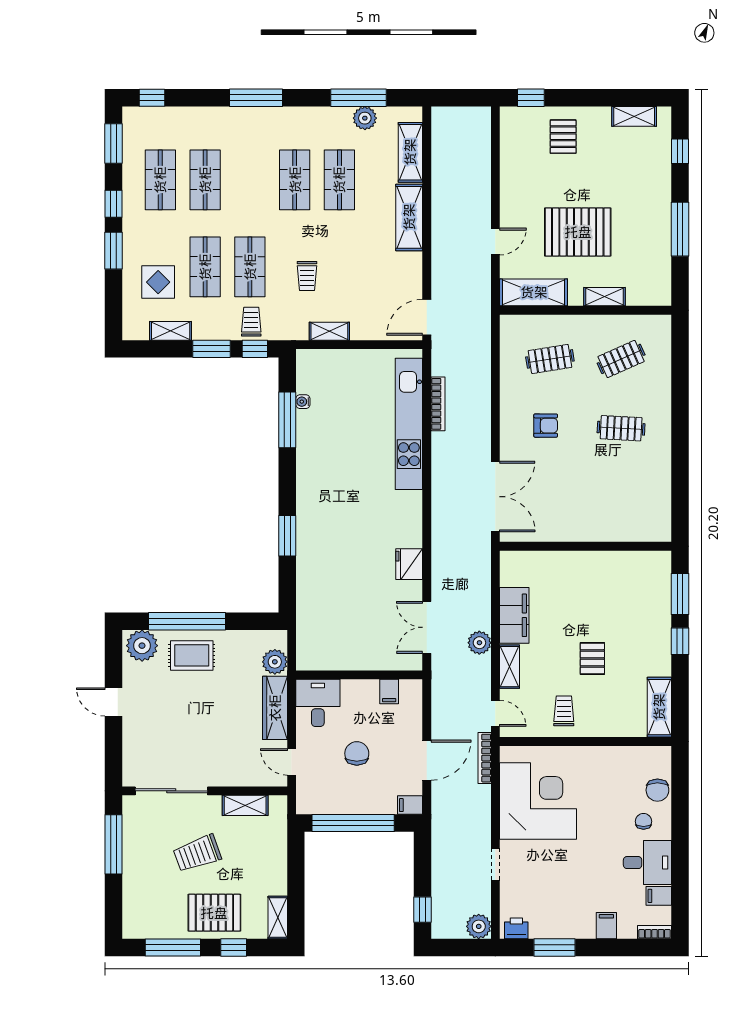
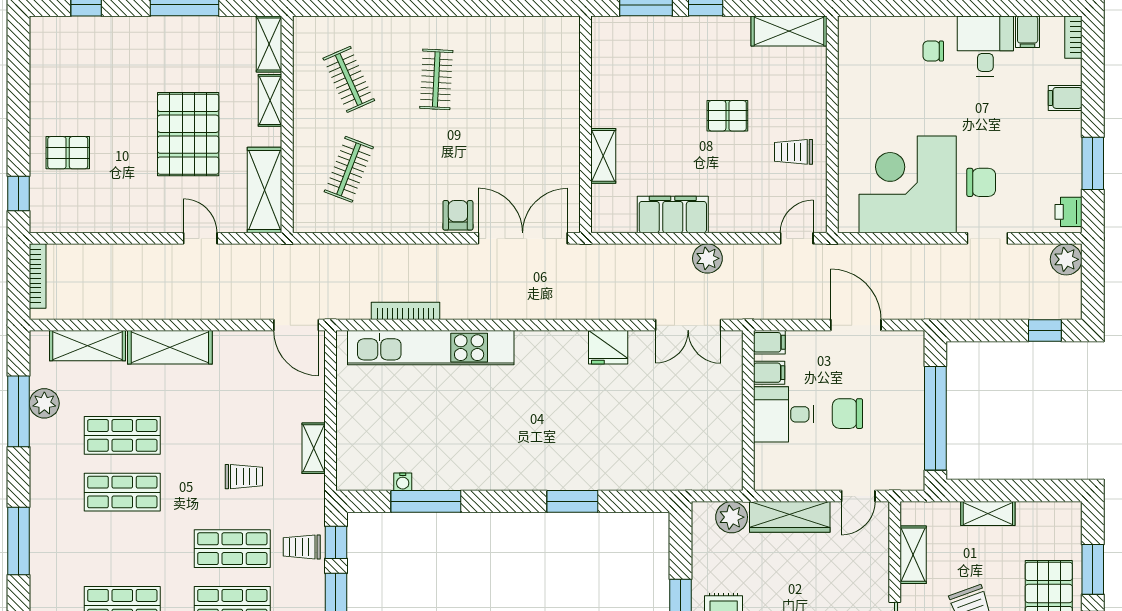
shelving: (634, 116) -> (269, 44), moved
clothes rail: (550, 359) -> (349, 169), turned 30
armchair: (546, 426) -> (458, 215), moved
shelving: (509, 667) -> (603, 156), moved, turned 90
desk: (318, 703) -> (784, 414), moved
bookcase: (485, 758) -> (38, 276), moved, turned -90
chair: (657, 790) -> (981, 182), moved
filing cabinet: (410, 805) -> (769, 342), moved, turned -90
shelving: (278, 918) -> (988, 513), moved
window: (234, 947) -> (1093, 569), width x1.50

